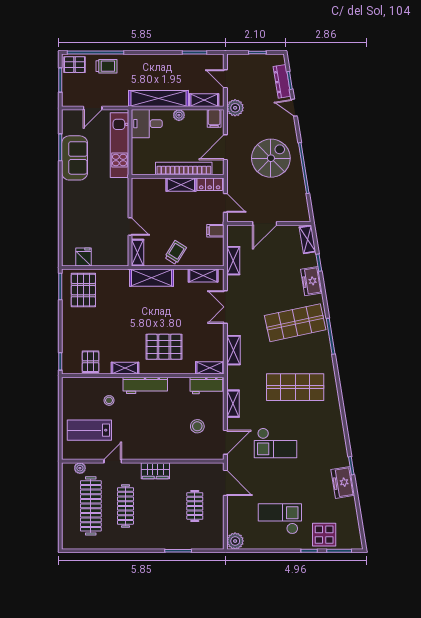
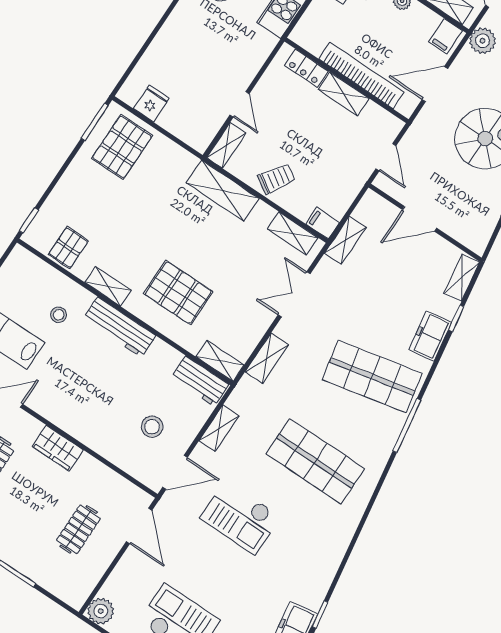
locker: (210, 184) -> (306, 68), moved
filing cabinet: (215, 231) -> (323, 223), moved

